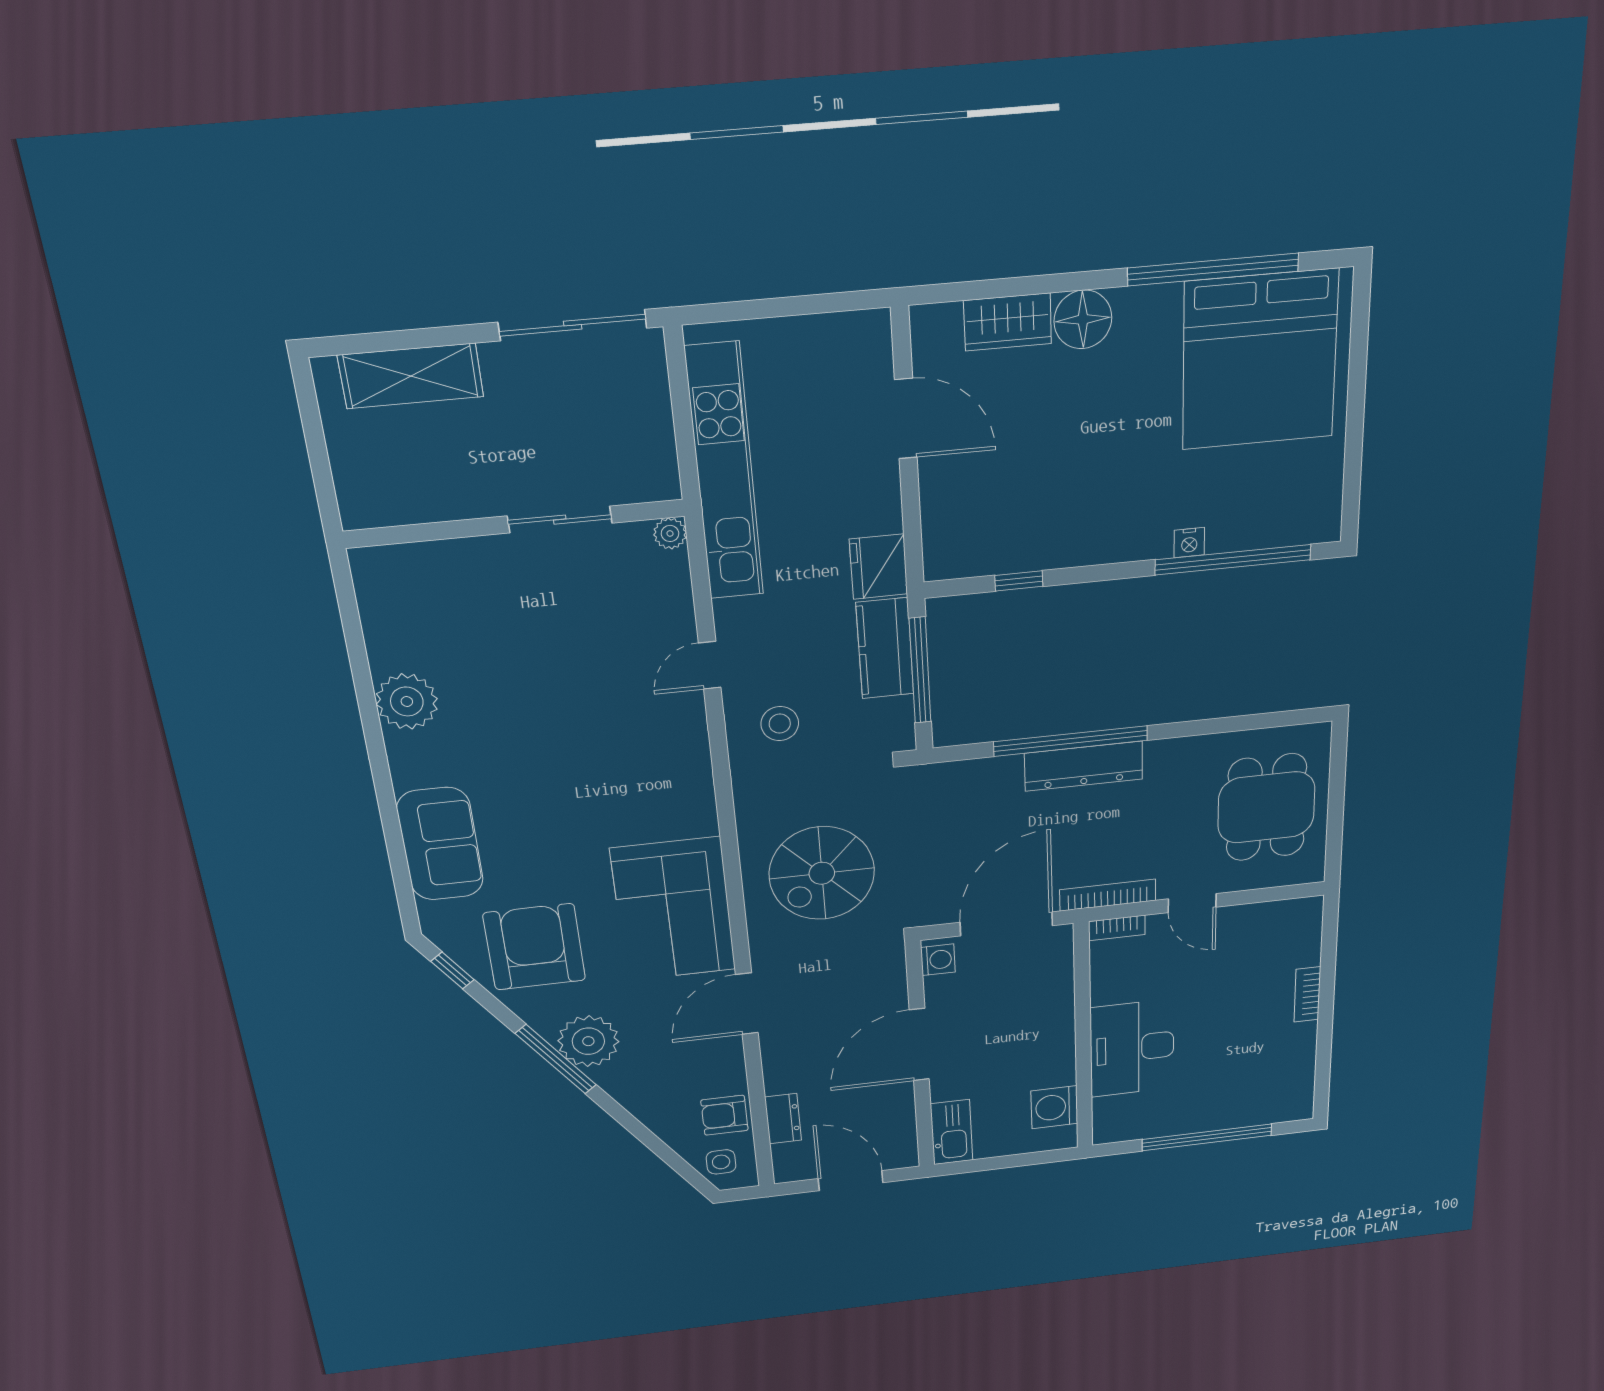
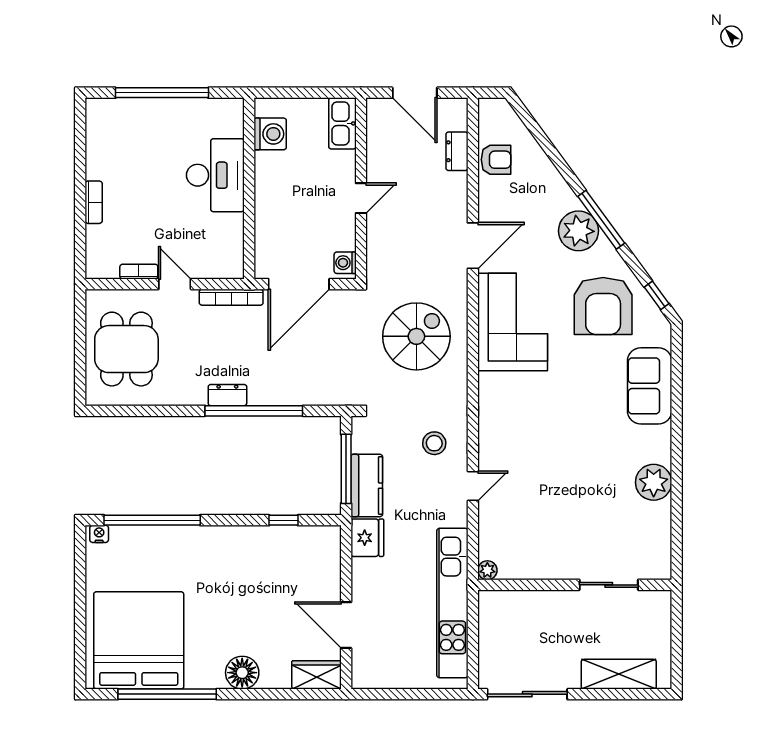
wardrobe: (1008, 322) -> (317, 675), moved
sliding door: (560, 520) -> (609, 585), moved
nightstand: (1189, 543) -> (99, 534), moved
dresser: (1084, 766) -> (227, 395), width x0.51, depth x0.80
bookcase: (1117, 928) -> (139, 272), moved
door: (919, 1045) -> (361, 198), width x0.53
side table: (721, 1162) -> (502, 122), removed

